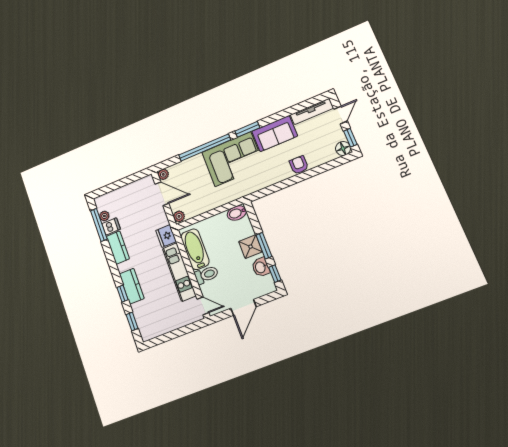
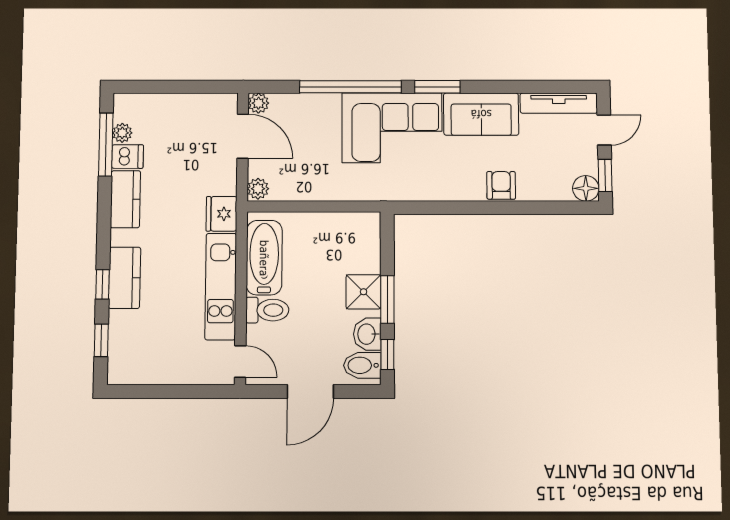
bidet: (237, 213) -> (362, 365), moved

